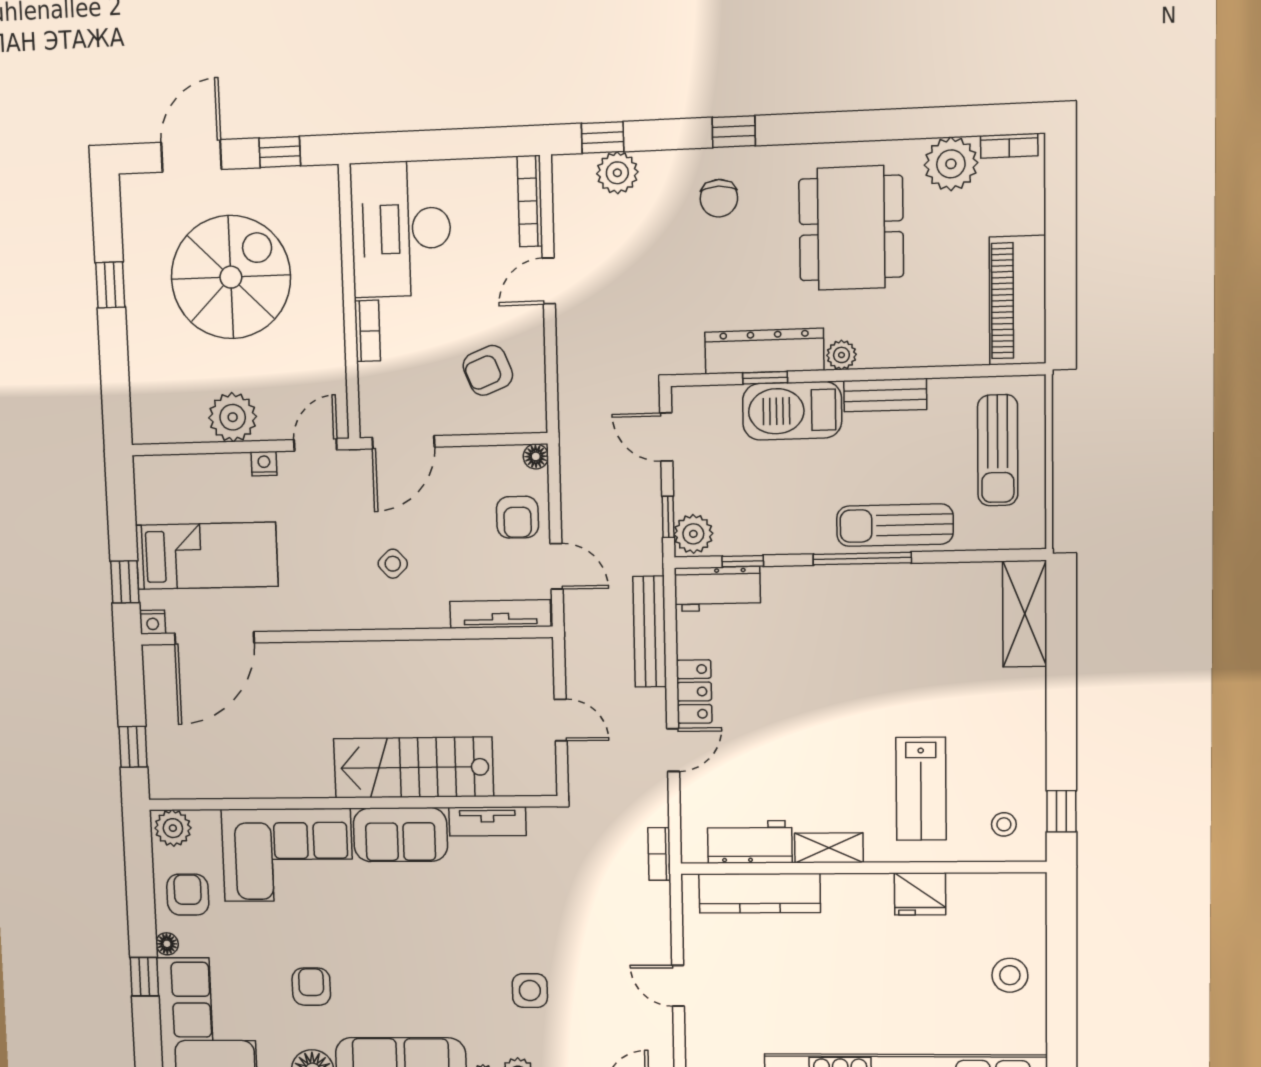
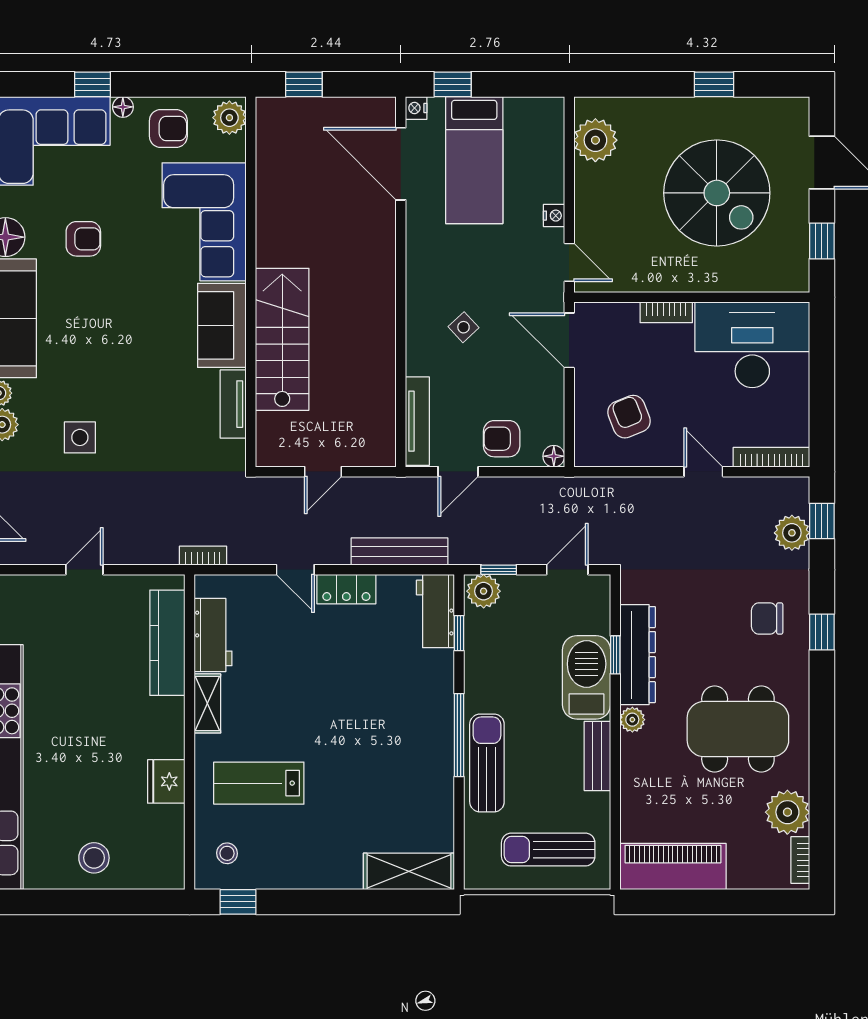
plant: (233, 417) -> (595, 140), moved

